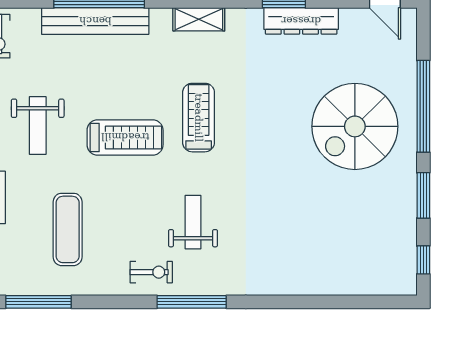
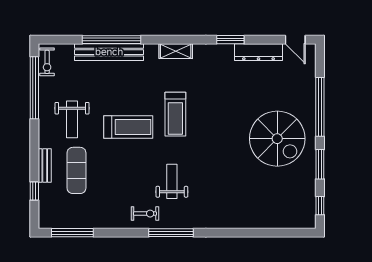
dresser: (301, 21) -> (259, 52), moved
treadmill: (199, 118) -> (175, 114), turned 180
spiral stairs: (355, 126) -> (277, 139), moved, turned -90
exercise mat: (68, 229) -> (76, 170), moved

